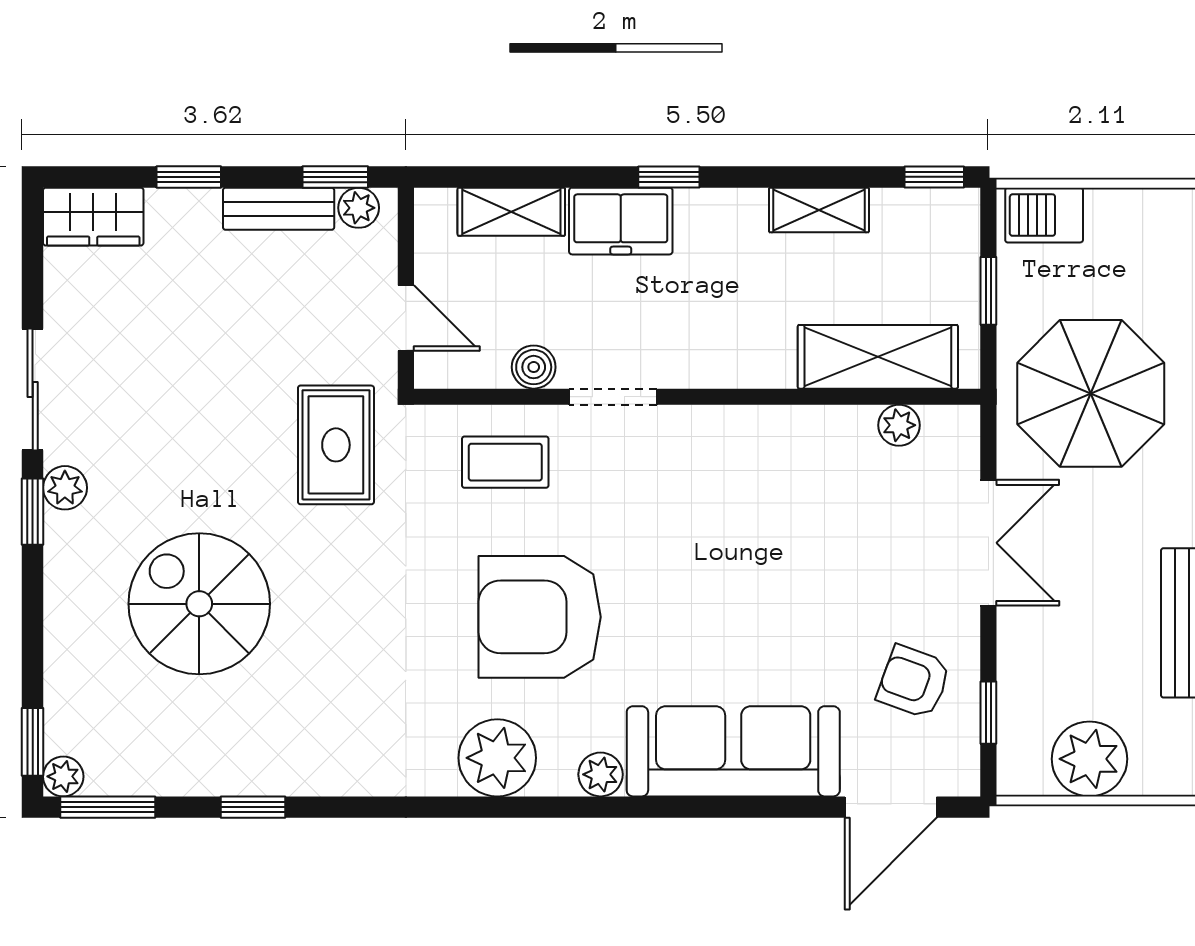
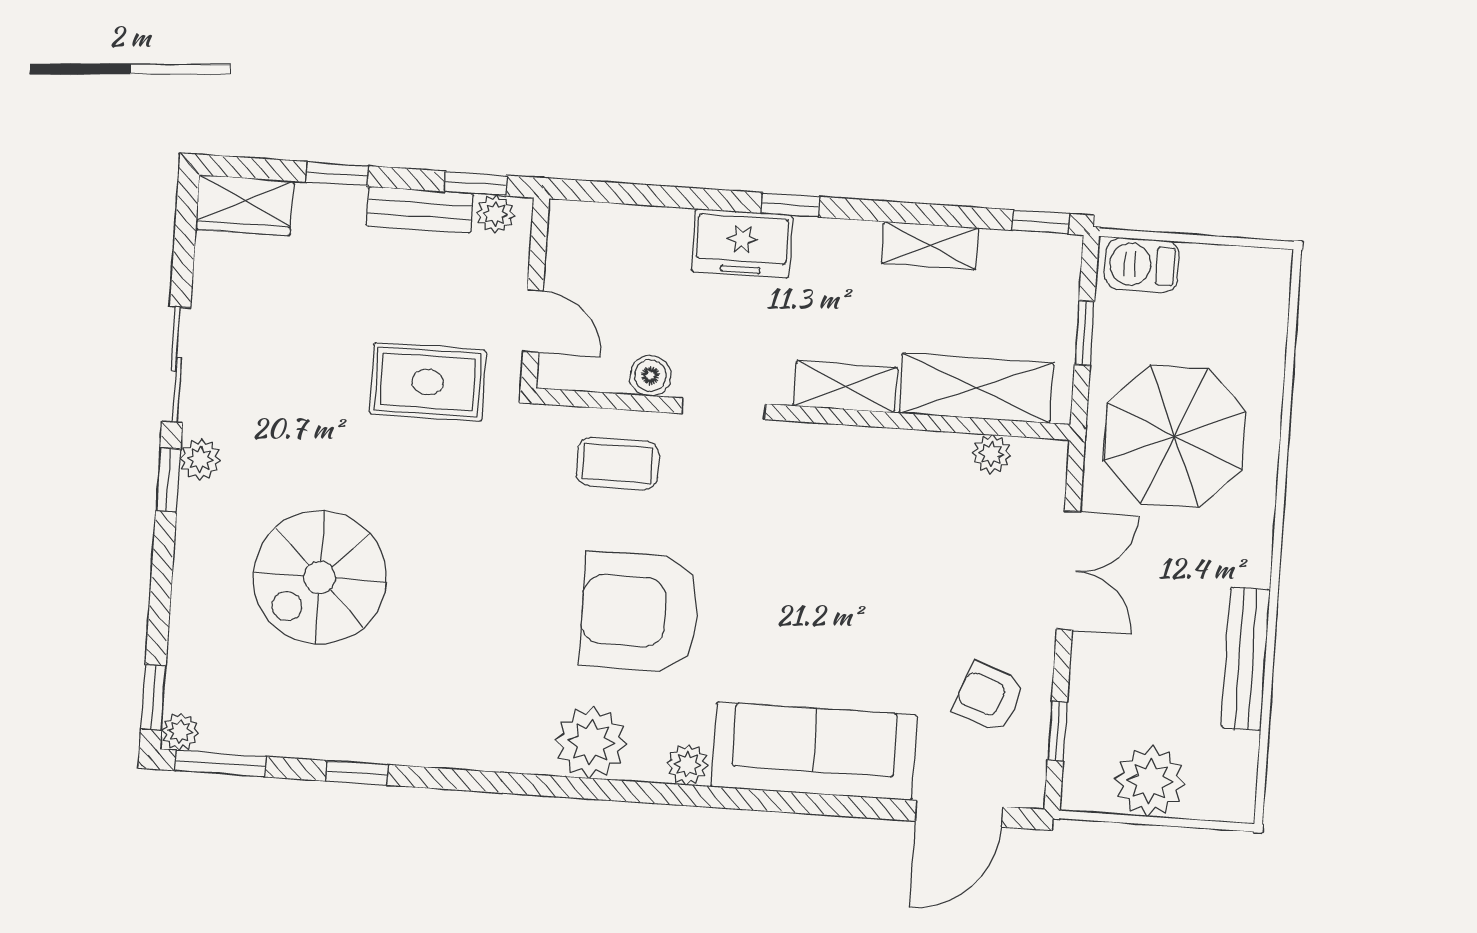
shelving: (511, 212) -> (845, 387), moved
rug: (336, 445) -> (428, 382), moved, turned 90
spiral stairs: (199, 604) -> (320, 577), turned -90

